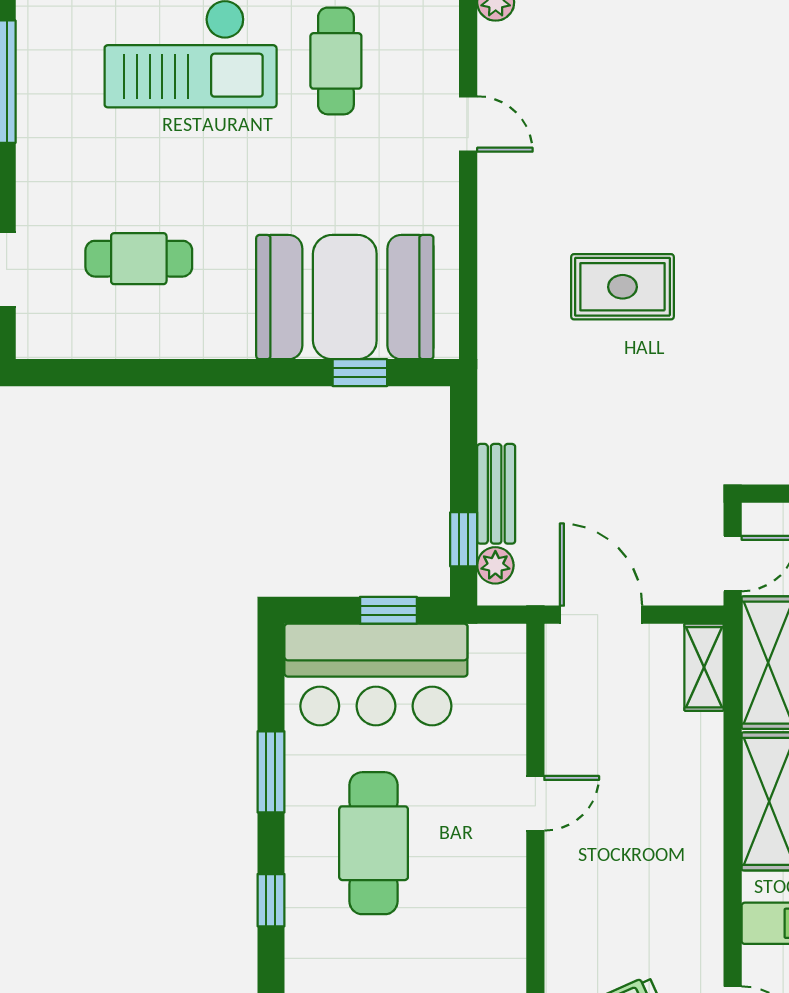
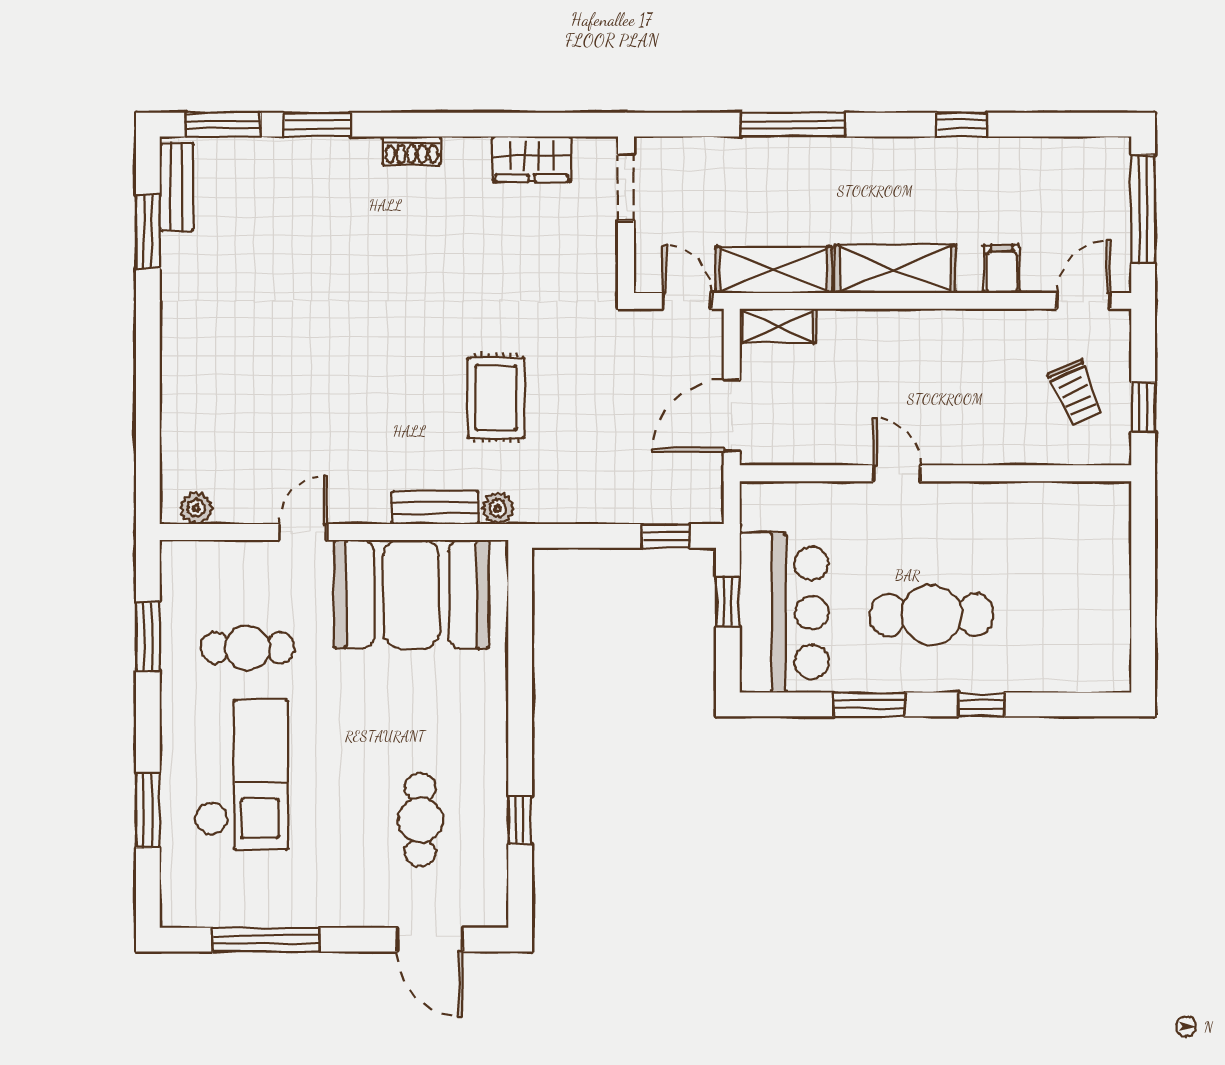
rug: (623, 287) -> (496, 398), moved
booth: (345, 297) -> (411, 594), moved, turned 90
window: (360, 373) -> (520, 820), moved
bench: (496, 494) -> (435, 508), moved
plant: (495, 565) -> (498, 508), moved

